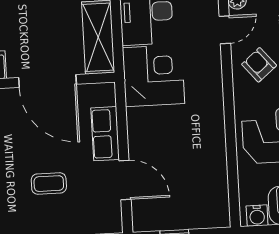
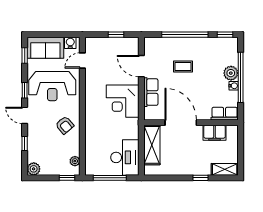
door: (225, 30) -> (82, 60), moved
corner desk: (154, 76) -> (123, 101), moved

